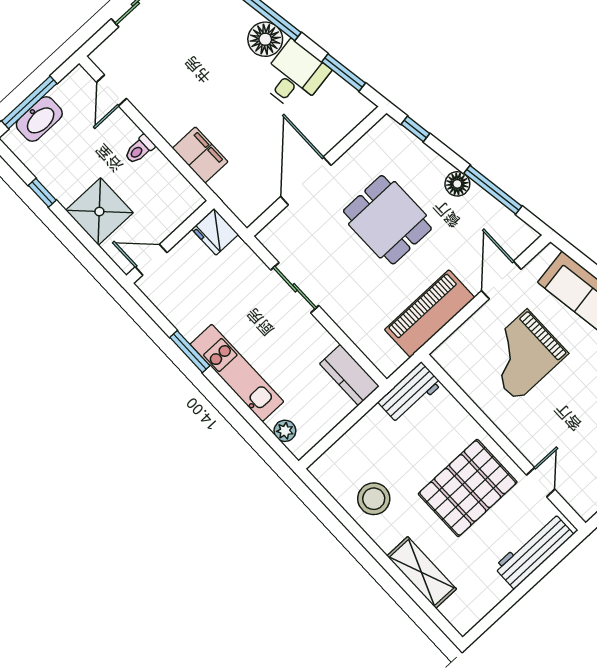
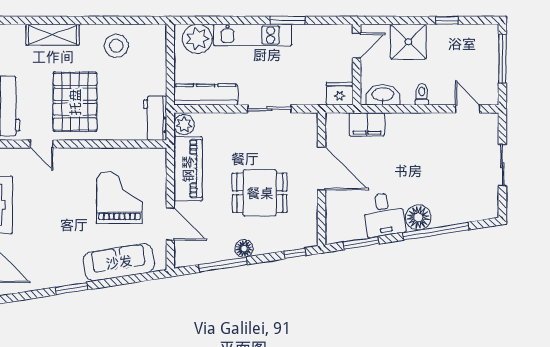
washbasin: (39, 119) -> (383, 95), moved, turned 90
filing cabinet: (200, 155) -> (367, 124), moved
plant: (389, 358) -> (184, 125), added
kitchen counter: (349, 375) -> (206, 95), width x1.50
plant: (285, 431) -> (197, 39), width x1.88, depth x1.88

